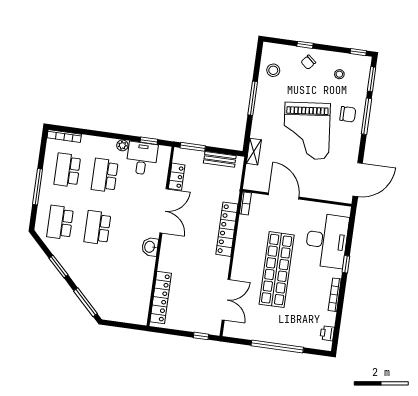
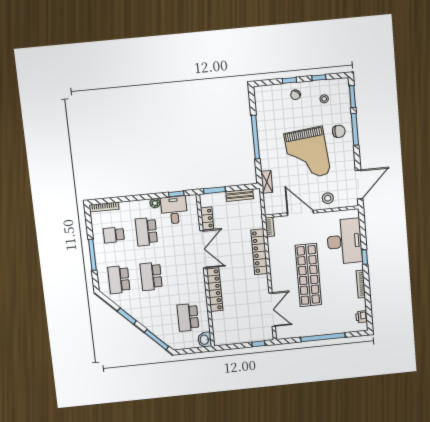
window: (358, 52) -> (319, 78), moved
stool: (273, 70) -> (328, 198), moved
window: (253, 98) -> (255, 137), width x1.46
school desk: (67, 170) -> (114, 235), width x0.54
washbasin: (150, 247) -> (205, 340), moved
school desk: (128, 285) -> (188, 317), added
locker: (161, 297) -> (215, 290), moved

